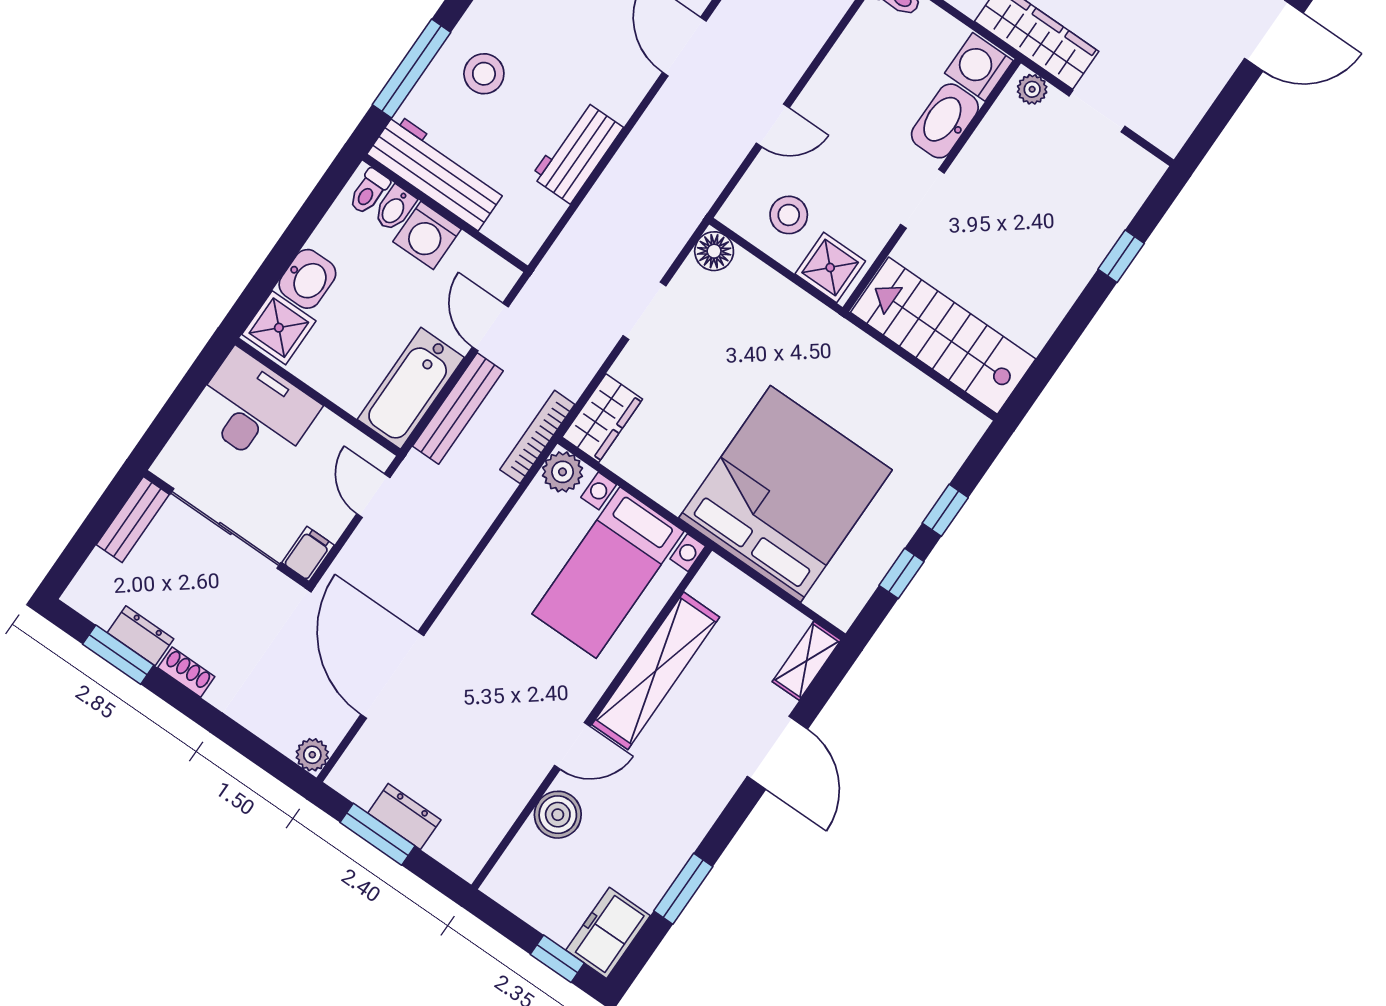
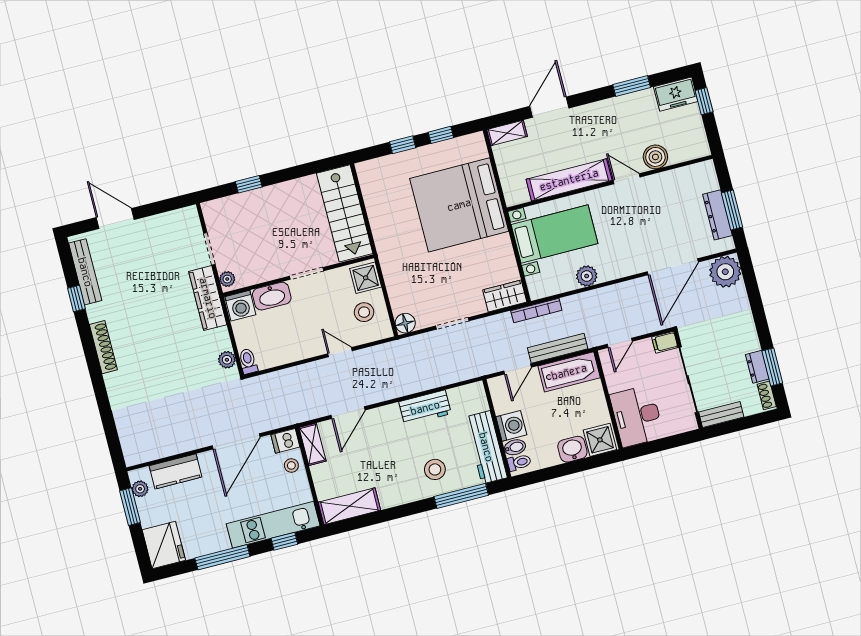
plant: (563, 472) -> (587, 276), moved
shoe rack: (186, 672) -> (767, 395), moved
plant: (312, 755) -> (725, 272), width x1.88, depth x1.88
dresser: (404, 816) -> (717, 215), width x1.44

